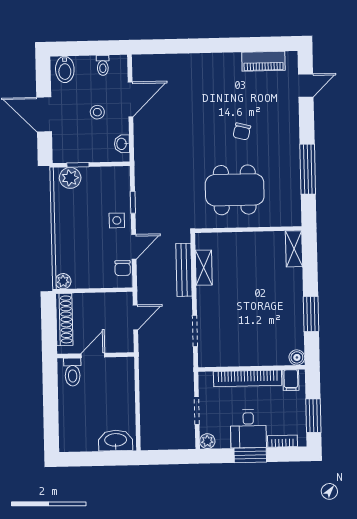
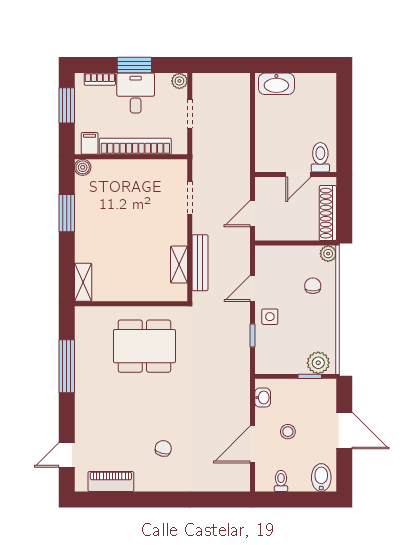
chair: (242, 131) -> (163, 448), moved
chair: (123, 268) -> (313, 286), moved

